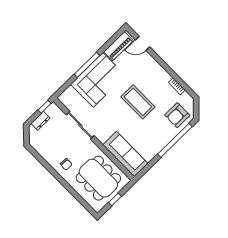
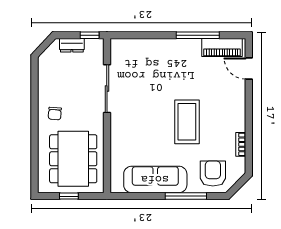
window: (87, 65) -> (198, 35), moved
corner sofa: (98, 80) -> (169, 61), removed
armchair: (177, 115) -> (213, 173), turned 90
window: (175, 140) -> (186, 196), width x0.68
sofa: (125, 154) -> (155, 179), moved, turned -90

